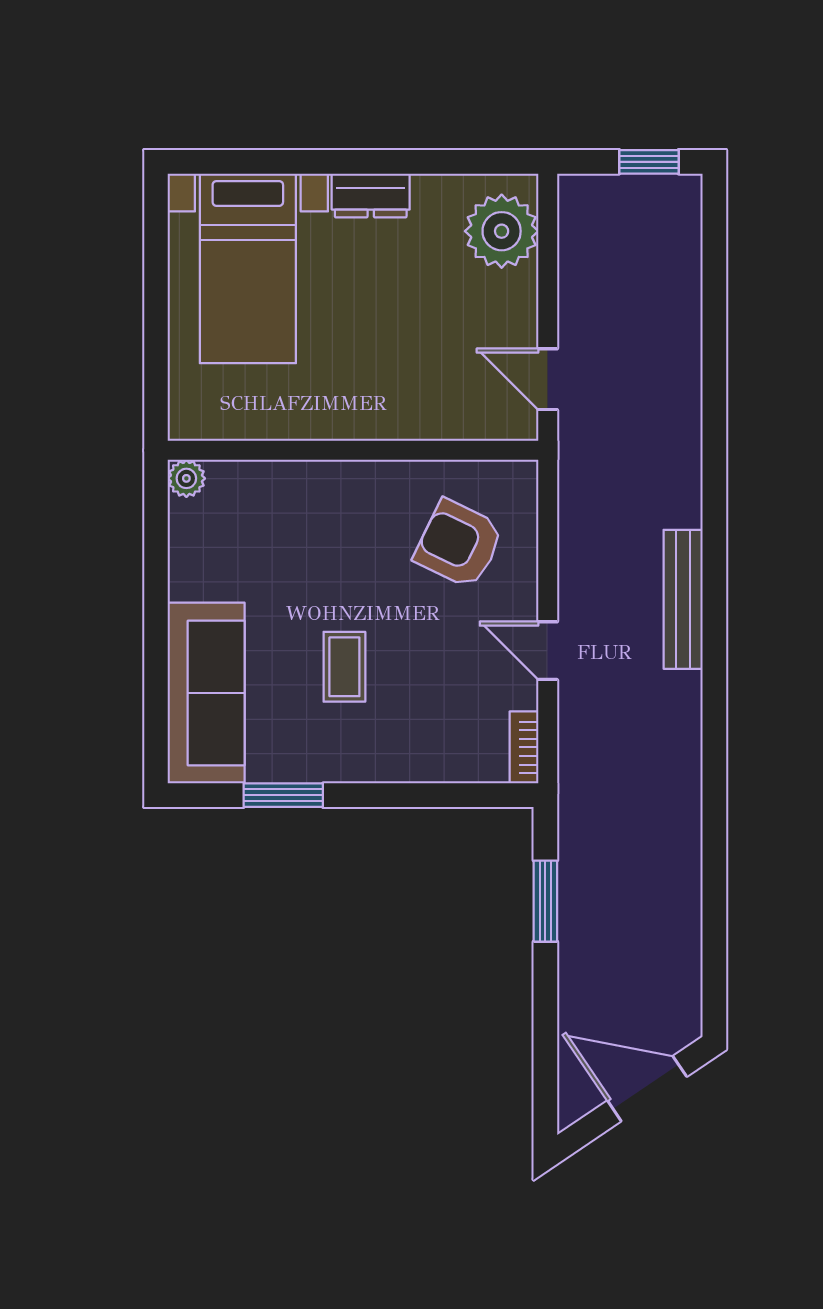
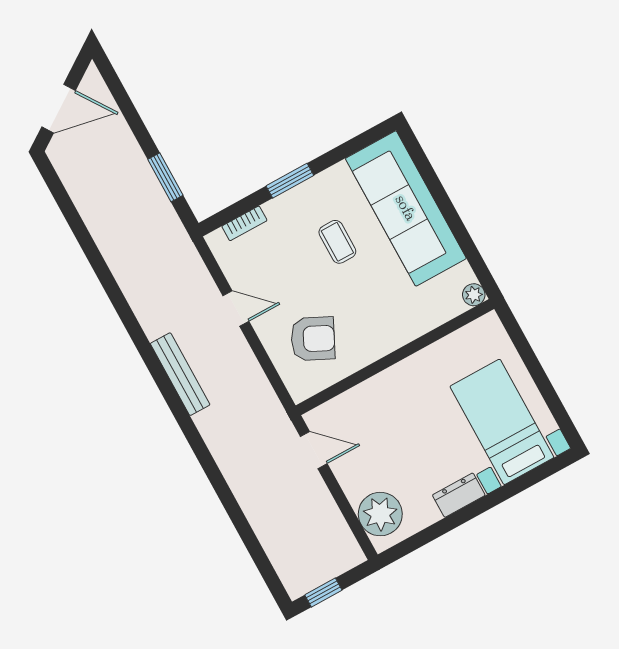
sofa: (206, 693) -> (406, 208), width x1.36, depth x1.27
bookcase: (524, 747) -> (244, 223), moved, turned 90
window: (283, 795) -> (290, 181), moved

